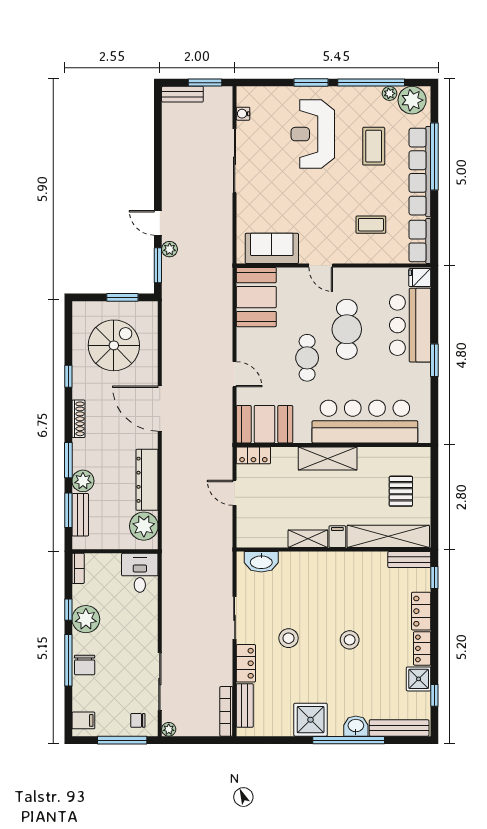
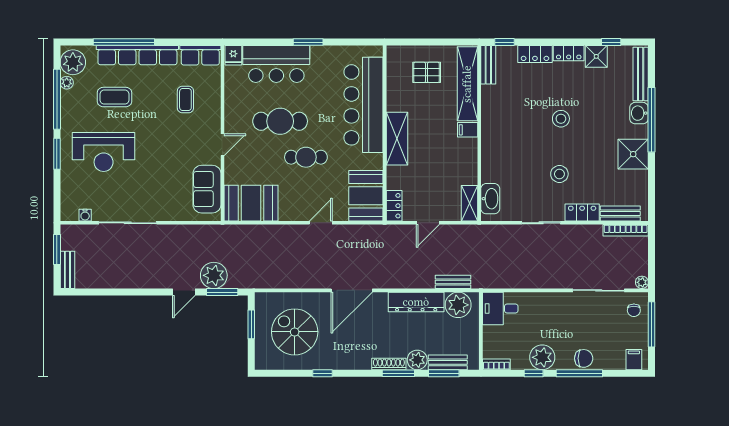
plant: (170, 249) -> (214, 275), width x1.87, depth x1.87
shoe rack: (78, 419) -> (389, 364), moved
bench: (169, 521) -> (453, 282), added
shelving: (308, 539) -> (469, 203), moved

